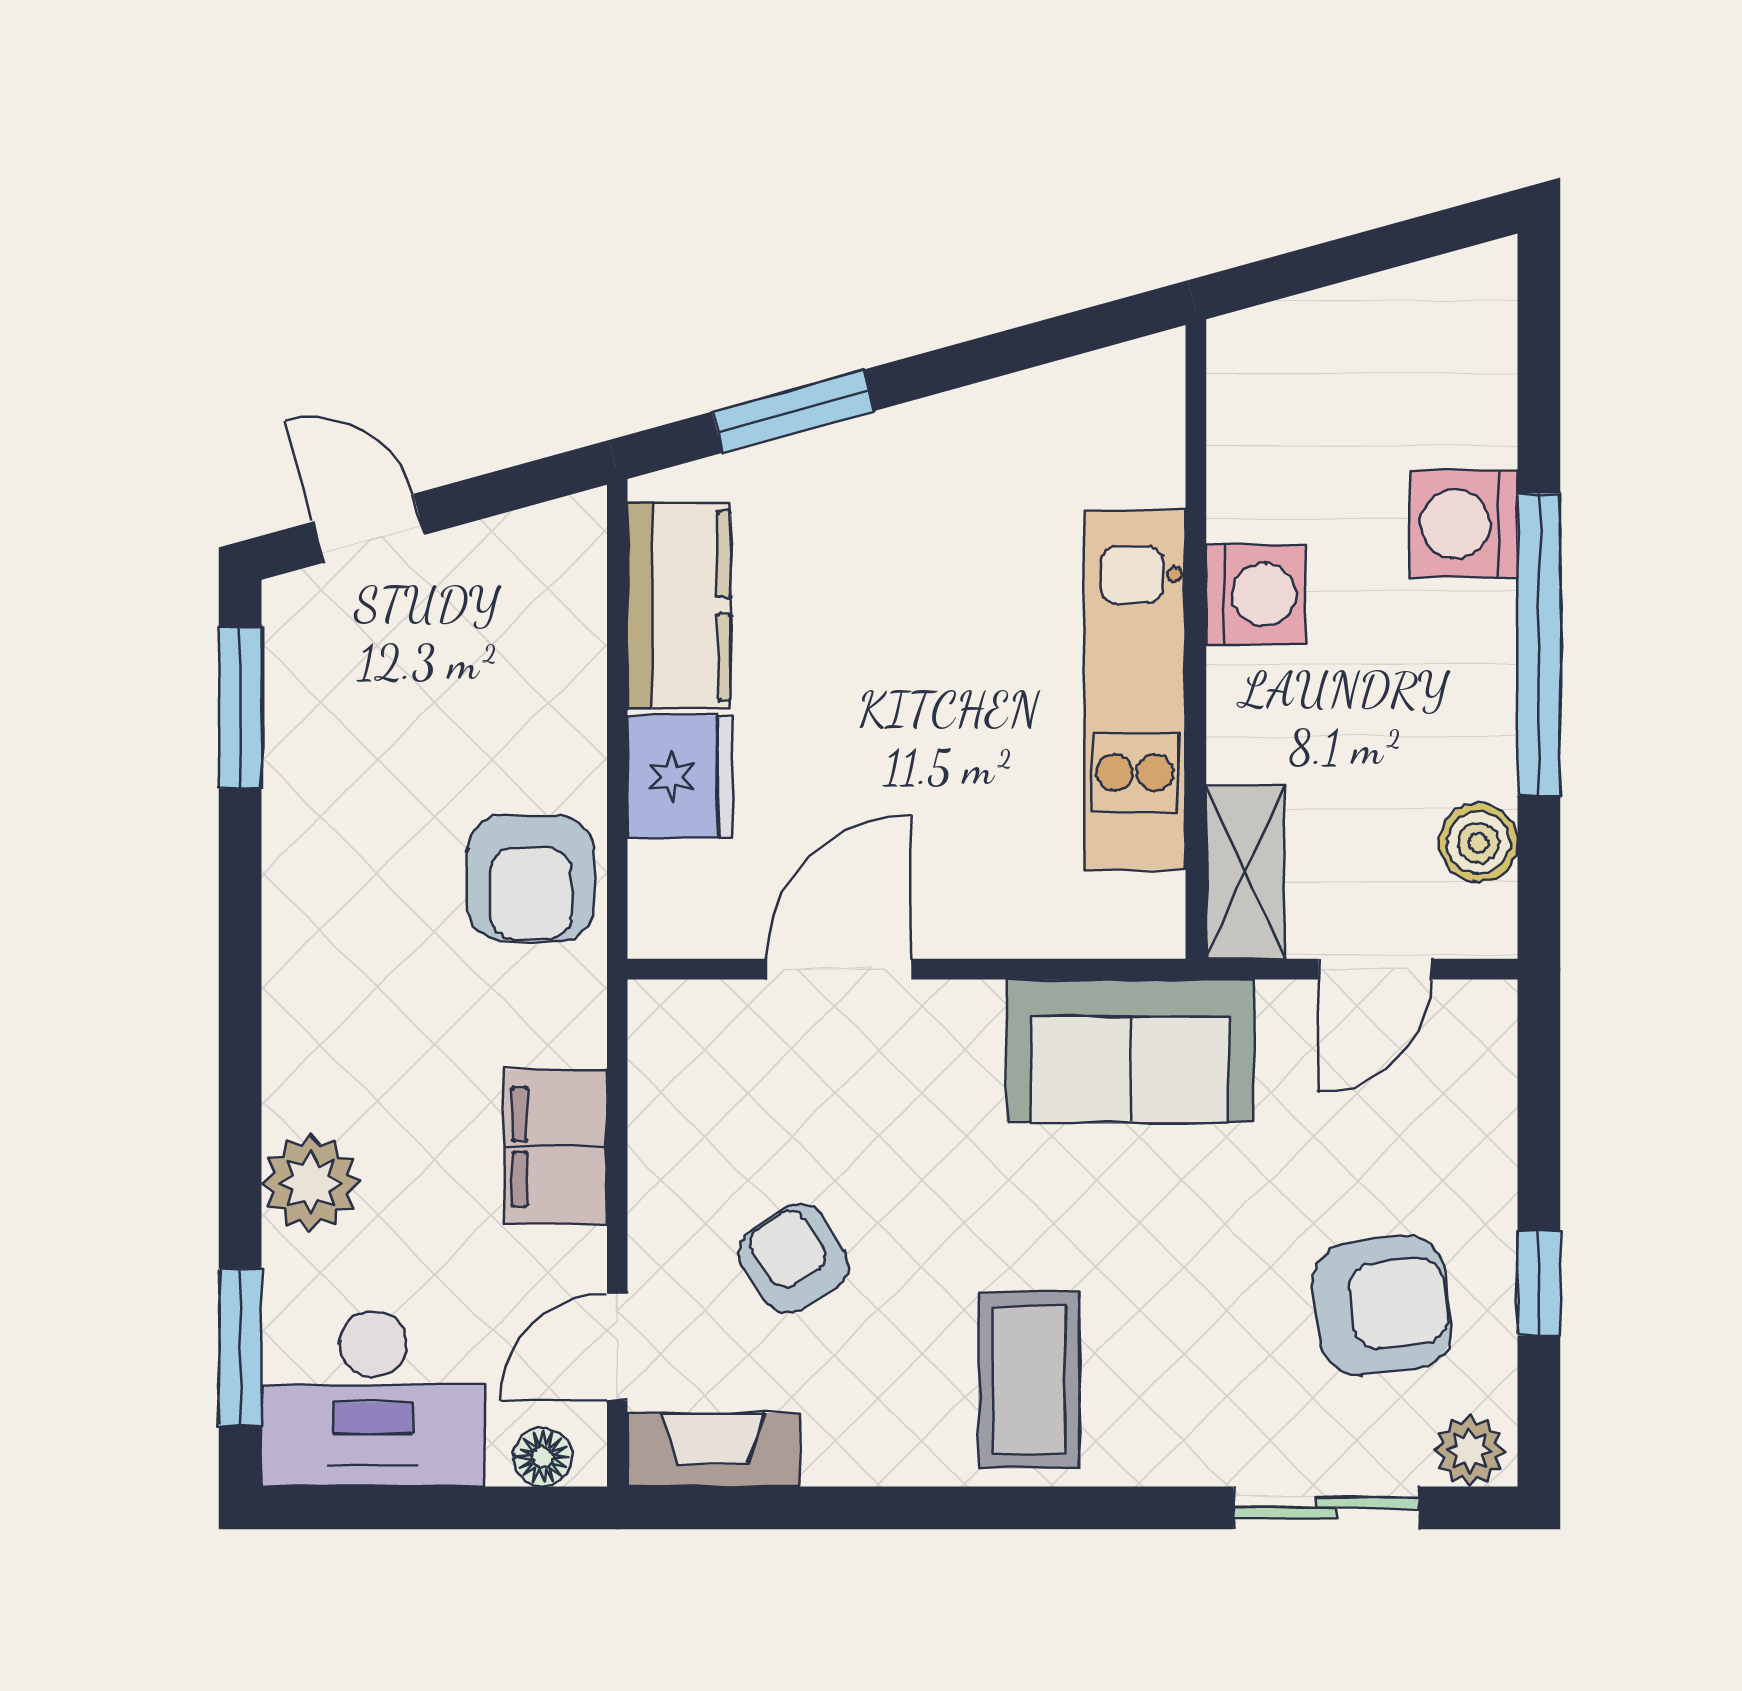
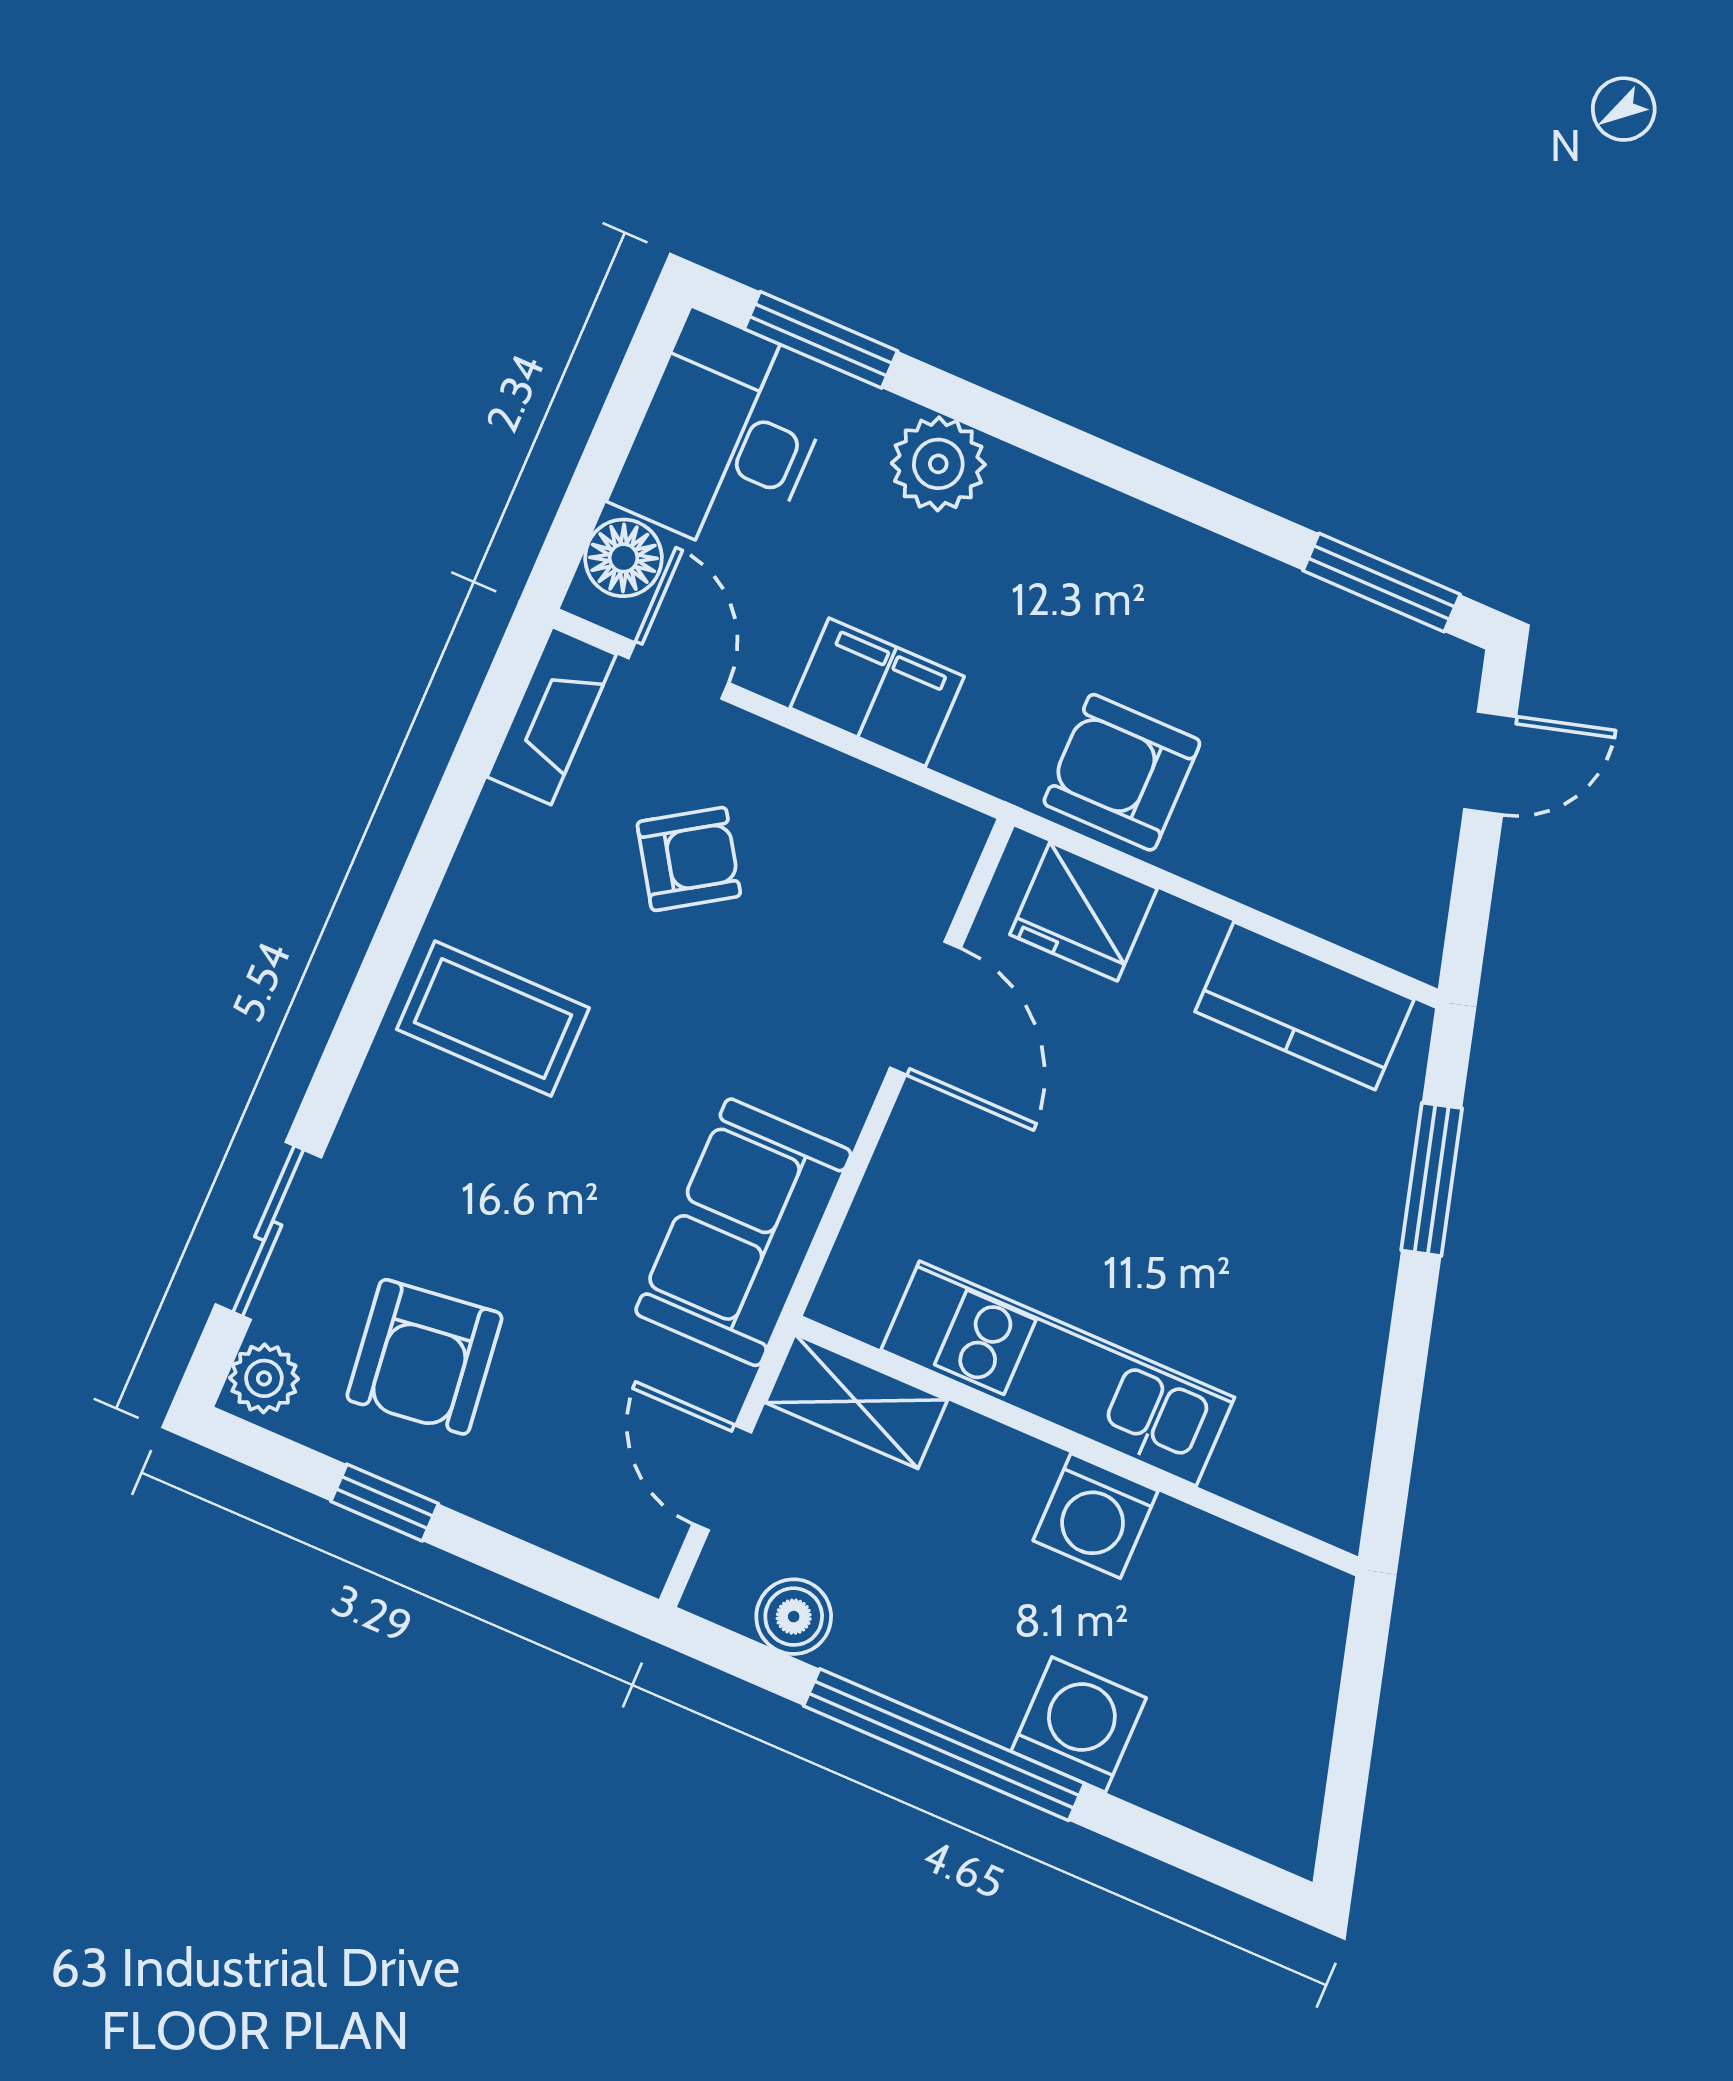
fridge: (680, 777) -> (1084, 911), moved
floor lamp: (543, 1457) -> (623, 558), width x1.37, depth x1.37

